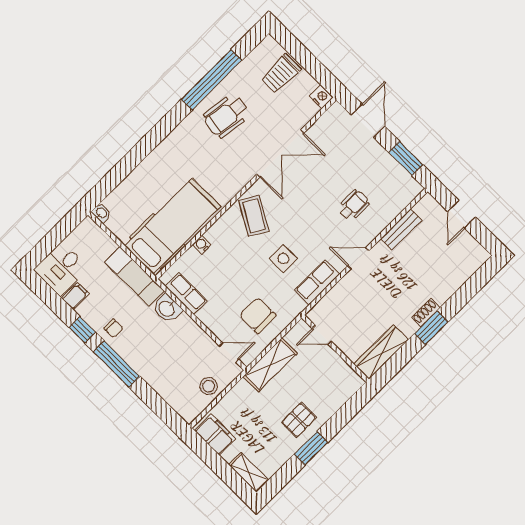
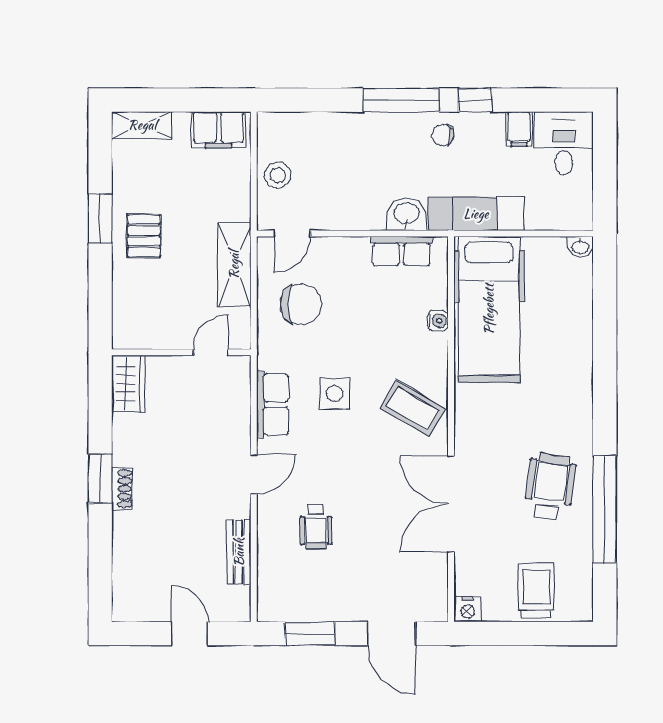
wardrobe: (381, 352) -> (128, 384), width x0.67

